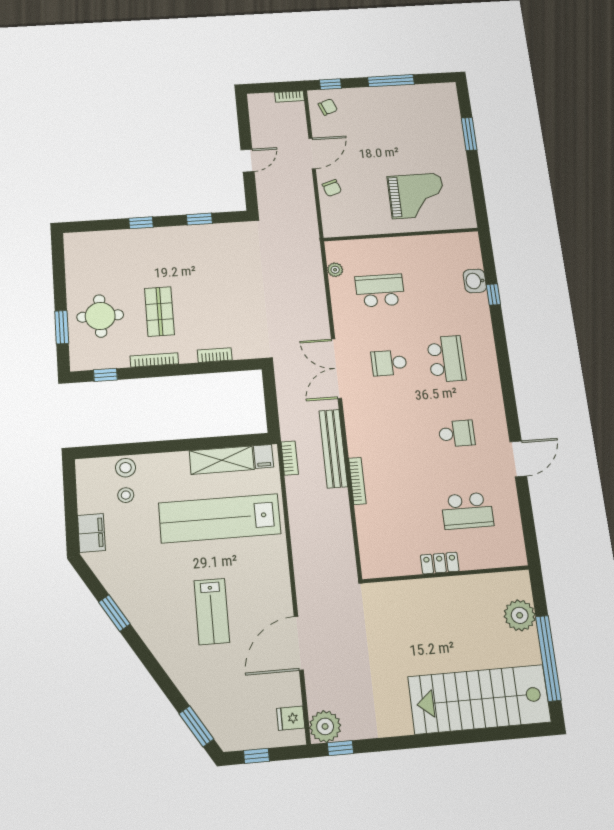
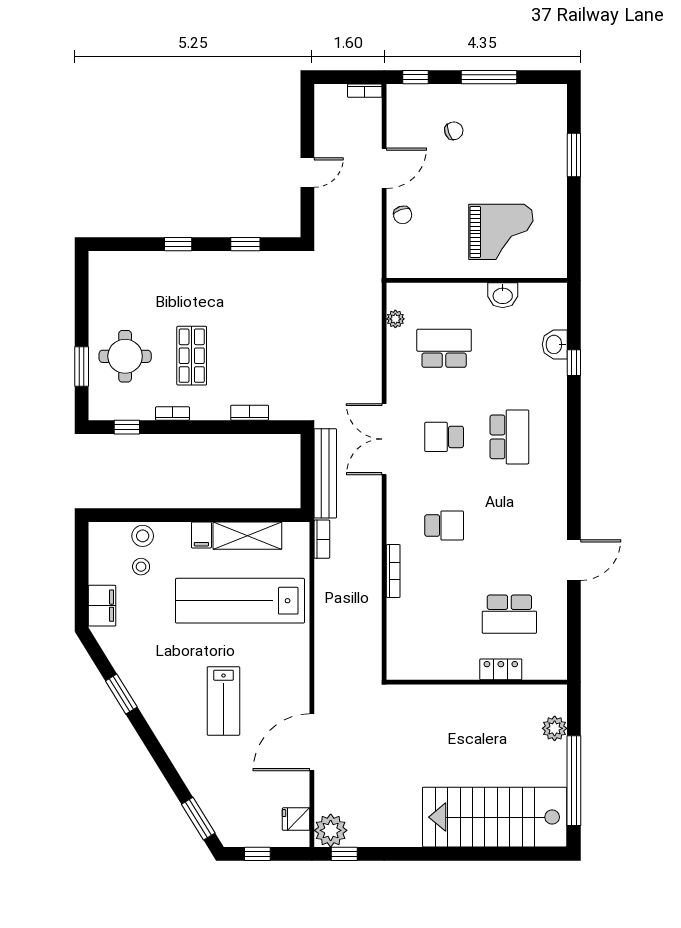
chair: (328, 107) -> (454, 131), moved
washbasin: (425, 245) -> (503, 295), added
bookcase: (154, 360) -> (172, 413), width x0.64
school desk: (457, 433) -> (444, 526), moved
bench: (333, 449) -> (325, 473), moved
filing cabinet: (263, 456) -> (201, 535), moved
locker: (440, 563) -> (501, 669), moved
plant: (520, 615) -> (555, 728), width x0.73, depth x0.73

